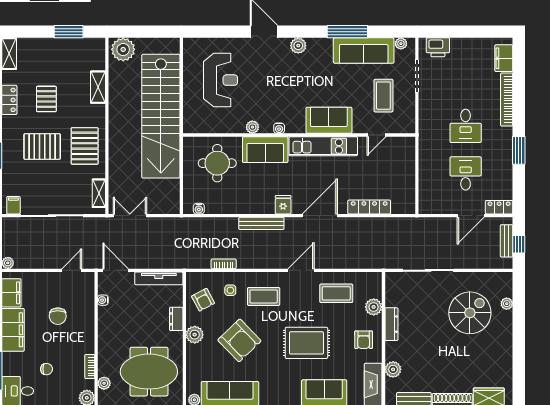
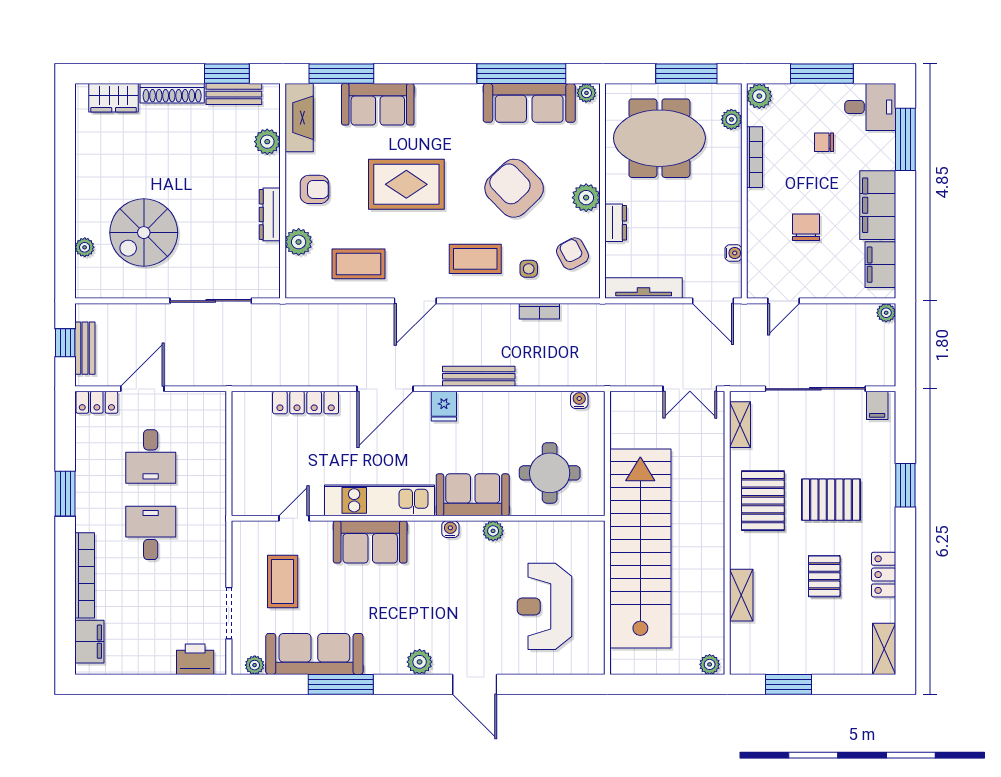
plant: (123, 49) -> (710, 664), width x0.53, depth x0.53
armchair: (364, 340) -> (315, 189), turned 90
bookcase: (90, 367) -> (754, 157), width x1.56

